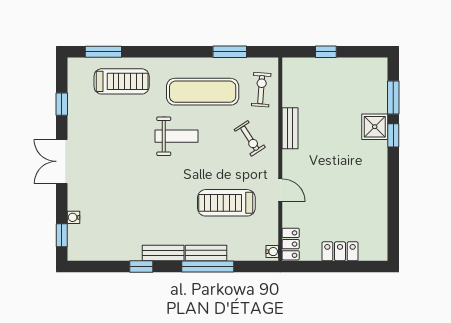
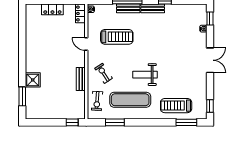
window: (326, 52) -> (72, 122), moved
window: (62, 104) -> (210, 106), moved
window: (393, 135) -> (22, 75), removed

